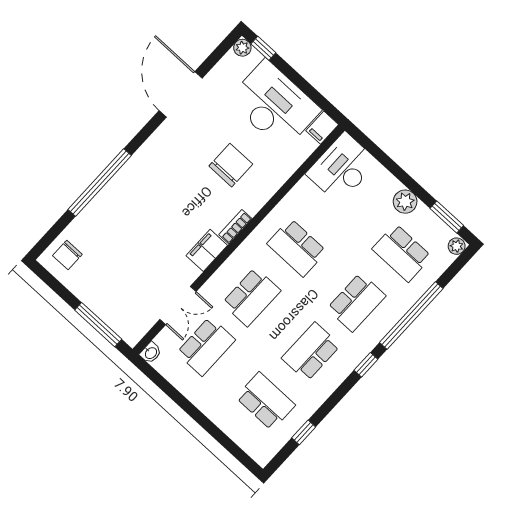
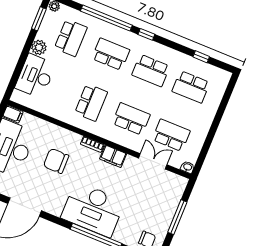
desk: (342, 168) -> (35, 76), moved, turned 90
desk: (140, 193) -> (93, 209), added
window: (98, 325) -> (177, 217), moved
school desk: (266, 401) -> (191, 87), turned -90

